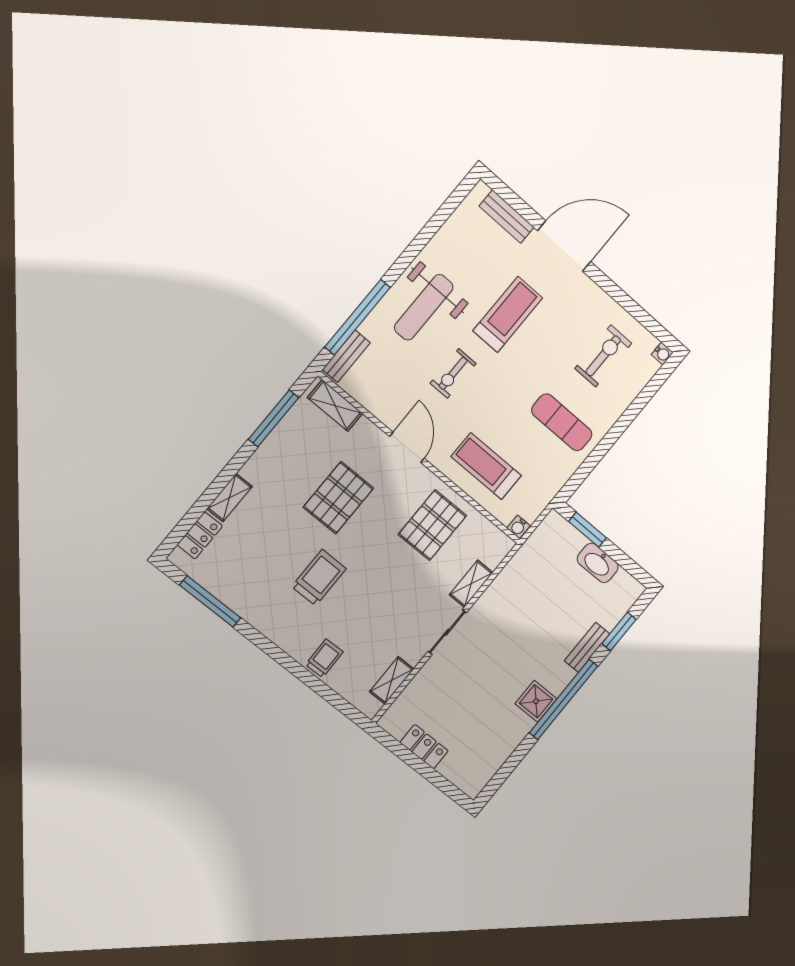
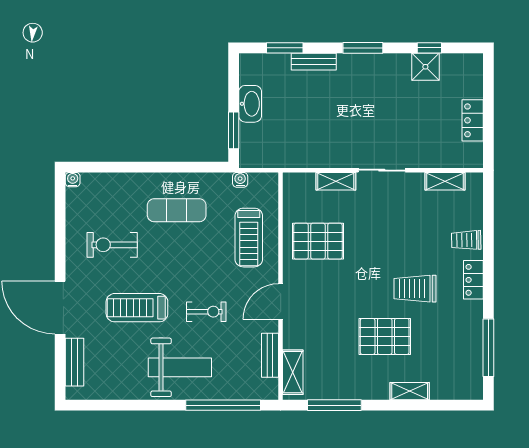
bench: (346, 356) -> (270, 355), moved, turned 90
exercise bike: (603, 356) -> (112, 245), moved
exercise mat: (562, 422) -> (177, 210), turned 90
pallet: (338, 498) -> (385, 336), moved
water cooler: (519, 527) -> (240, 180), moved, turned -90
locker: (200, 535) -> (473, 280), moved, turned -90
window: (564, 699) -> (363, 48), width x0.47
shower: (536, 701) -> (425, 67), moved
window: (516, 757) -> (429, 48), added

